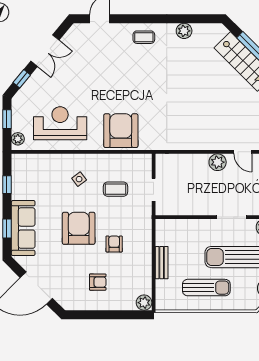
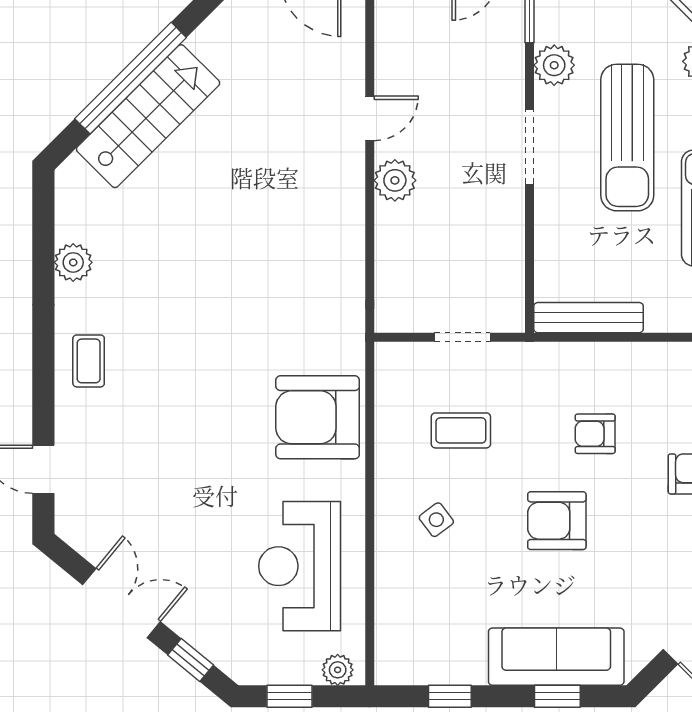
coffee table: (115, 189) -> (461, 430), turned 90
armchair: (79, 228) -> (557, 521), width x0.73, depth x0.73
bench: (162, 263) -> (589, 318), moved, width x1.36

